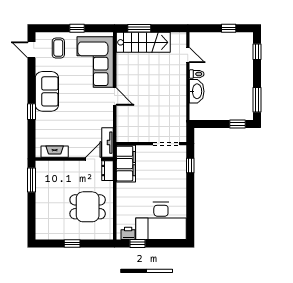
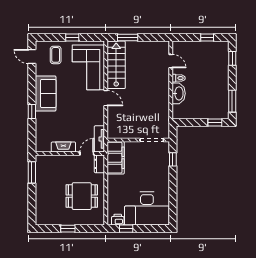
stairs: (143, 42) -> (116, 65), moved, turned -90
fireplace: (55, 152) -> (63, 147), moved

